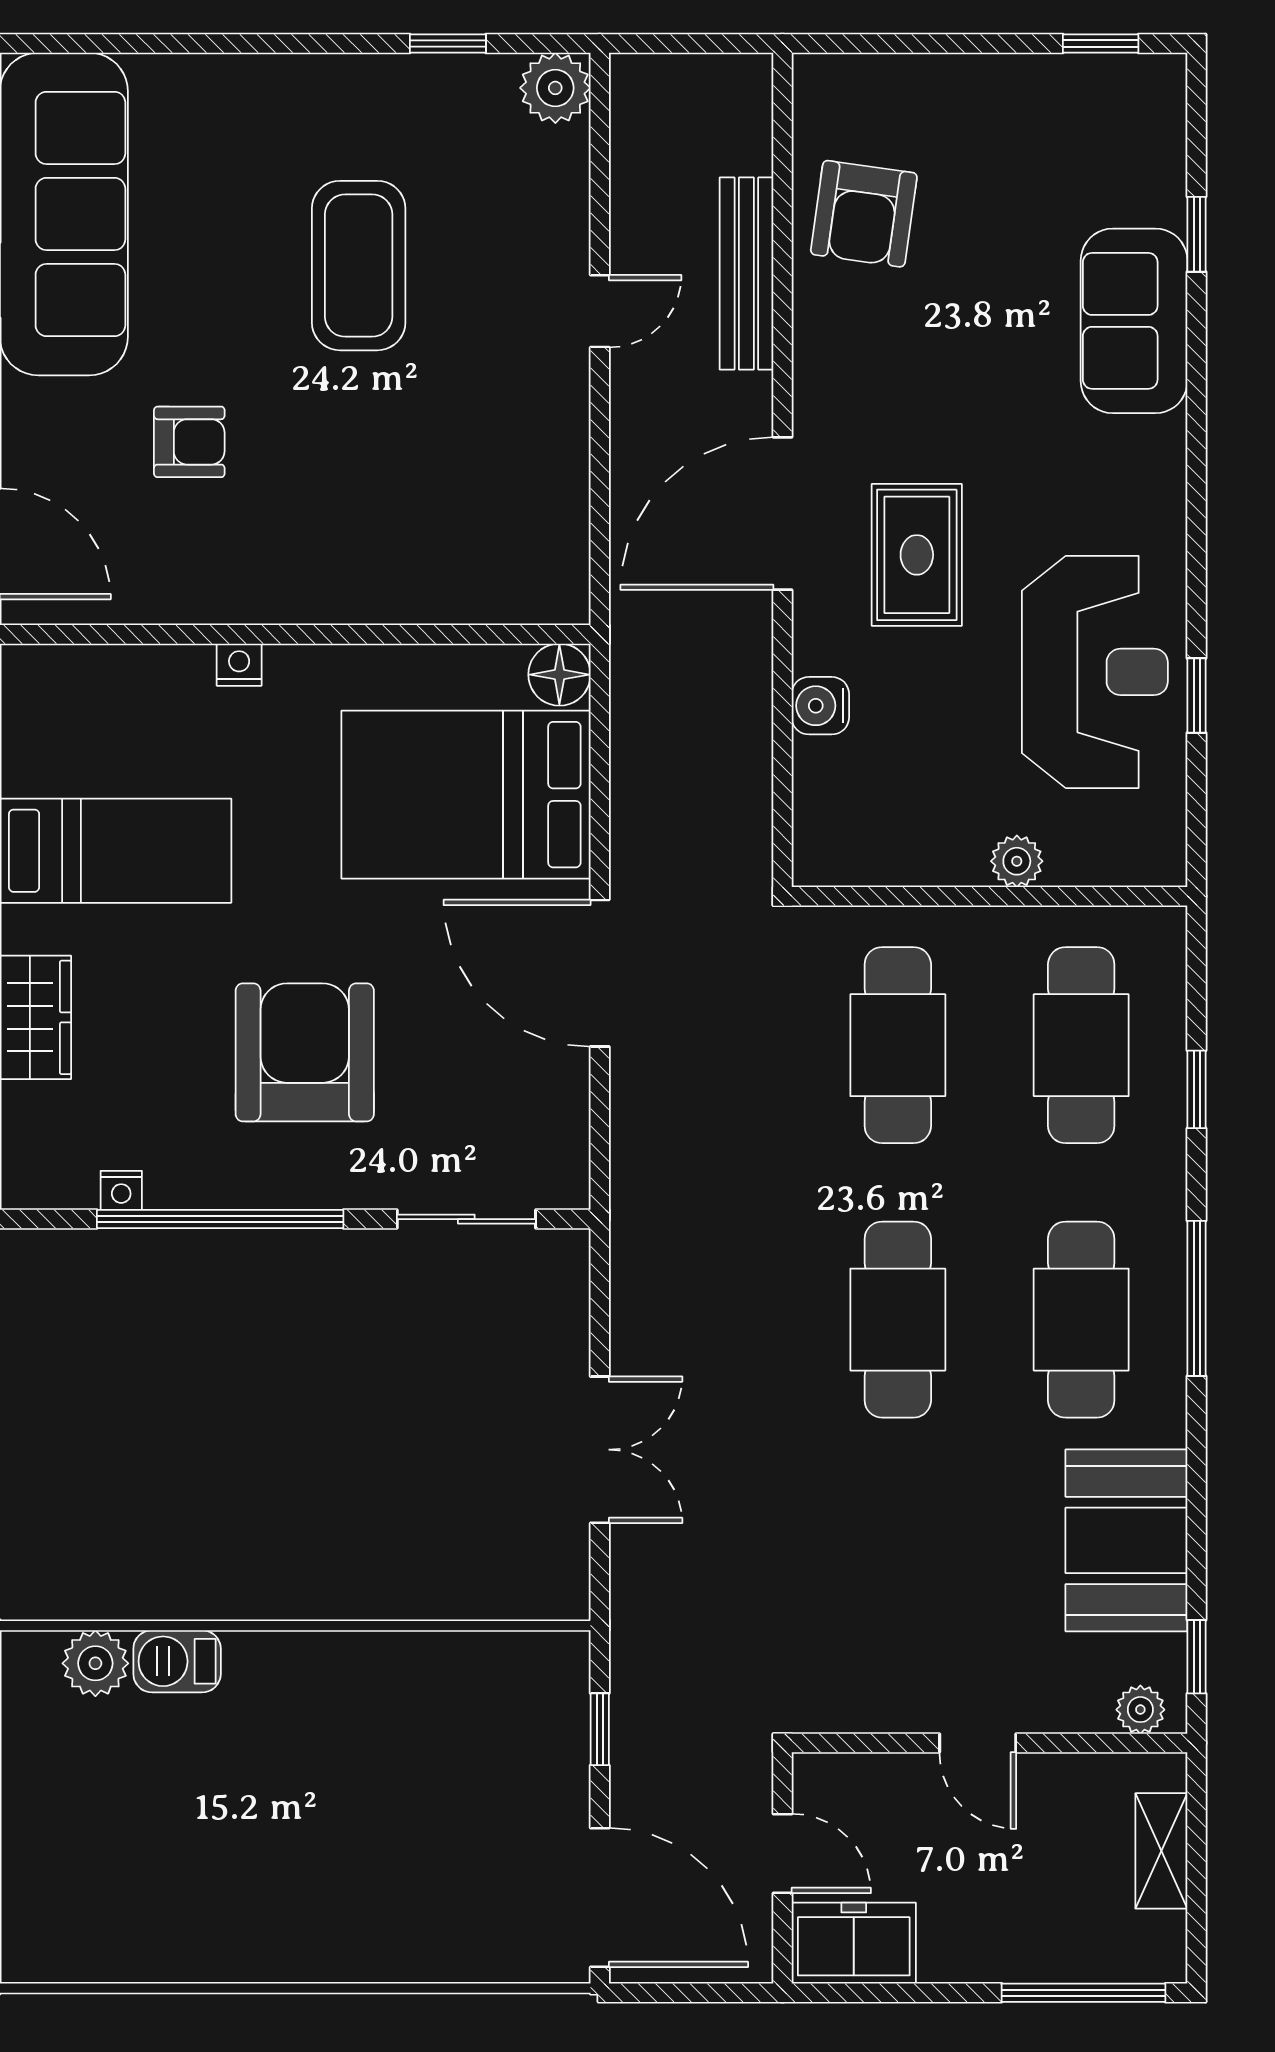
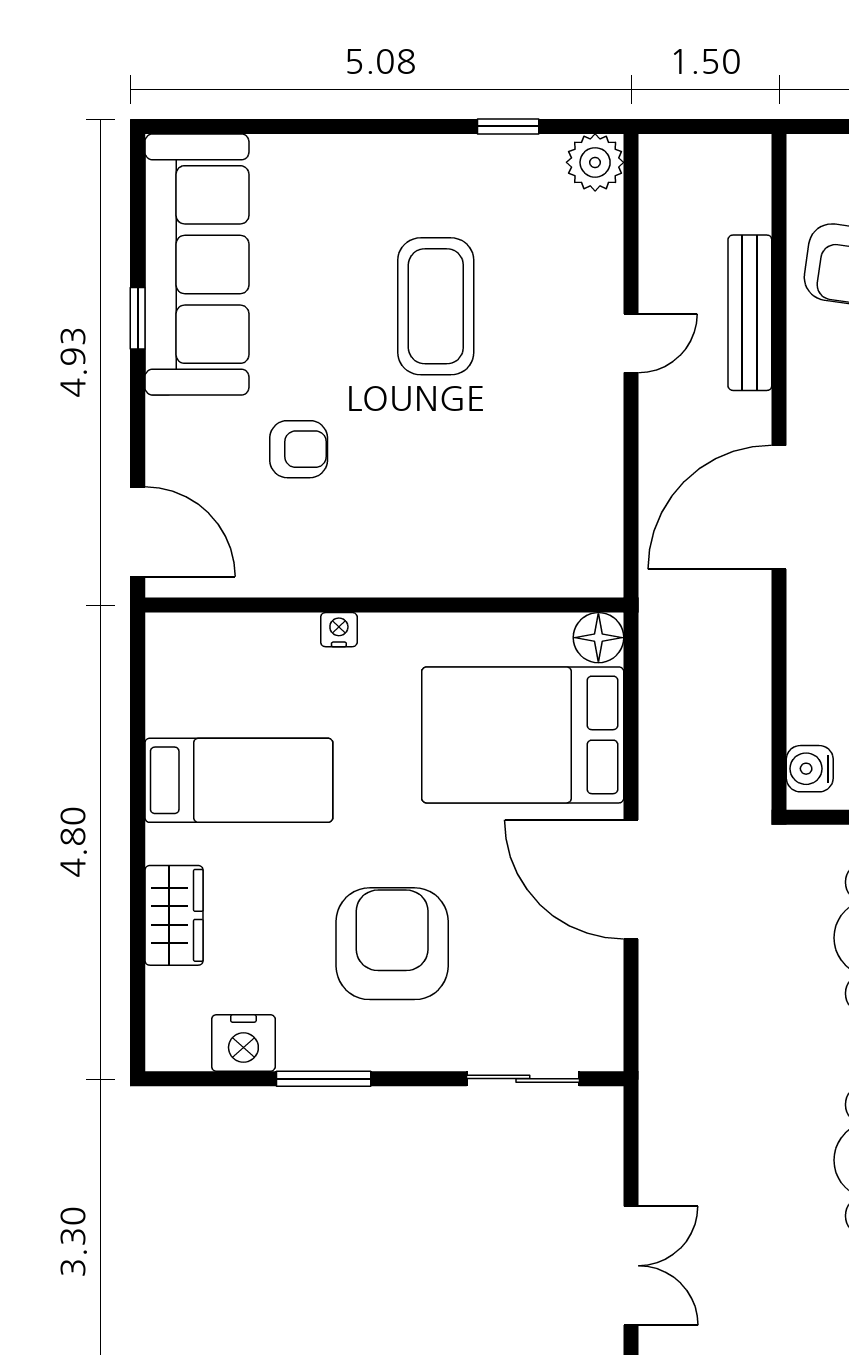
water cooler: (820, 706) -> (810, 769), moved
nightstand: (121, 1190) -> (243, 1043), width x1.89, depth x1.79
window: (220, 1219) -> (324, 1079), width x0.47

